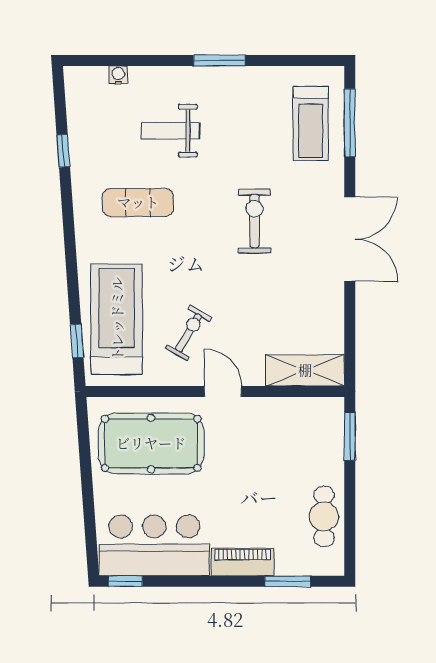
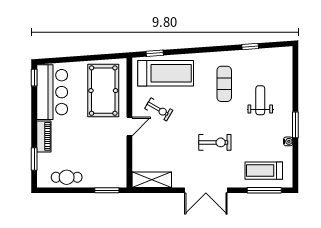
water cooler: (118, 75) -> (288, 141), moved
shelving: (305, 370) -> (152, 180), moved, turned 90

